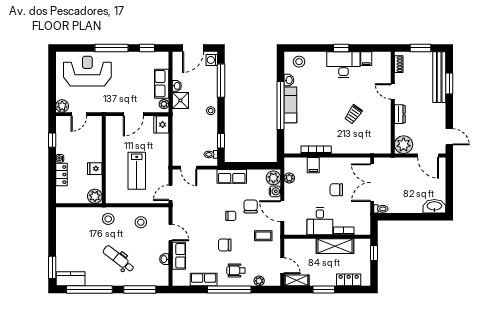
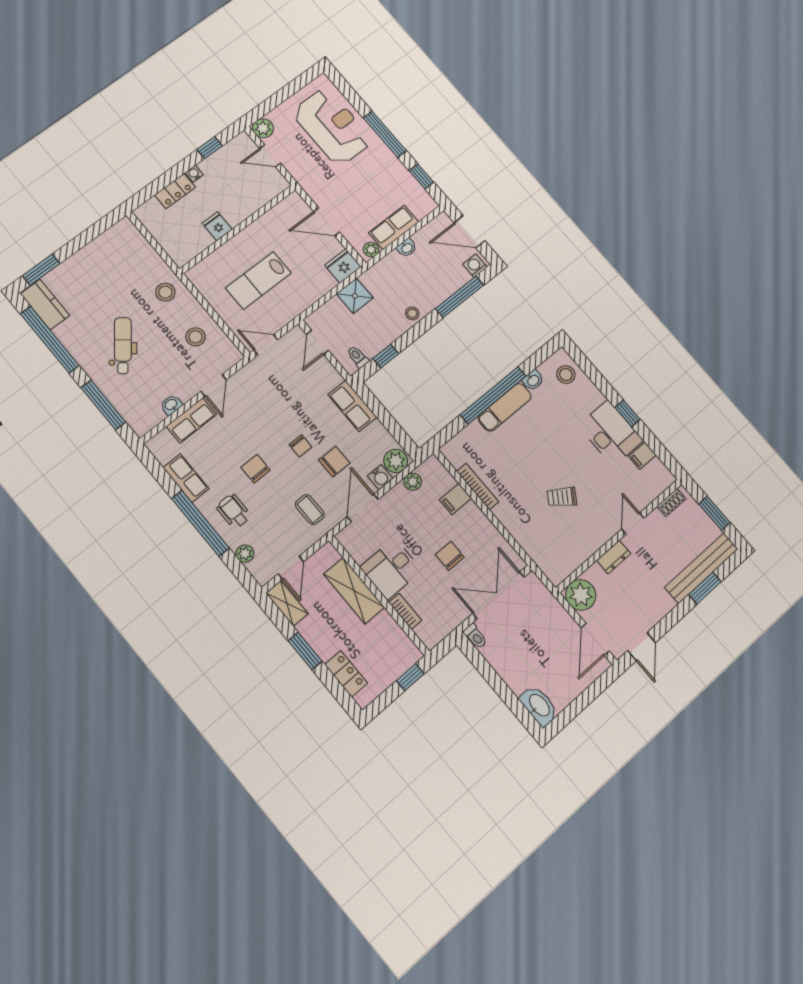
shower: (180, 100) -> (355, 296), moved
plant: (95, 196) -> (181, 253), removed
shelving: (335, 246) -> (354, 591), moved

